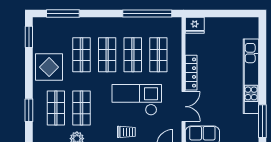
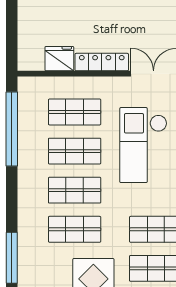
fridge: (195, 25) -> (59, 59), moved, turned -90

